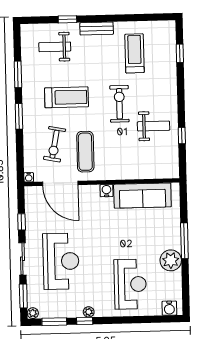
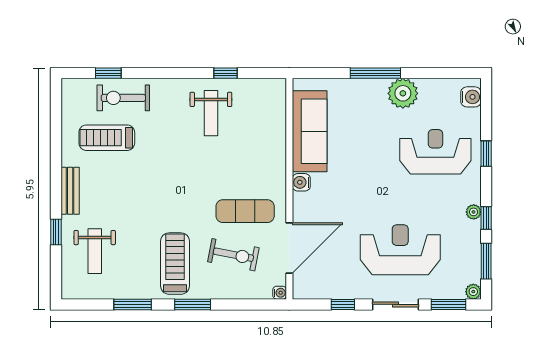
treadmill: (67, 97) -> (175, 264), moved
exercise bike: (119, 104) -> (123, 98), moved
weight bench: (154, 126) -> (211, 113), turned 180
window: (130, 320) -> (486, 154), added

